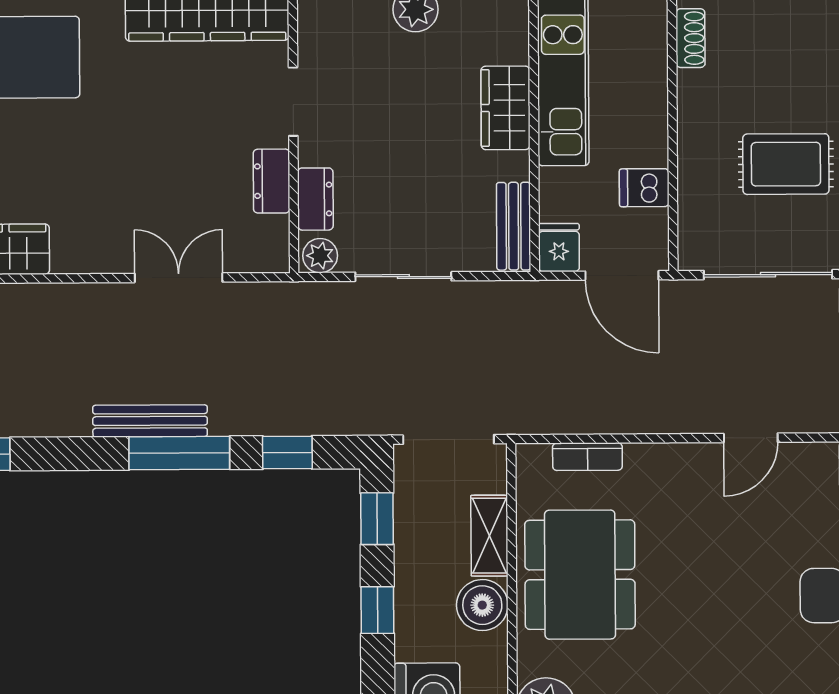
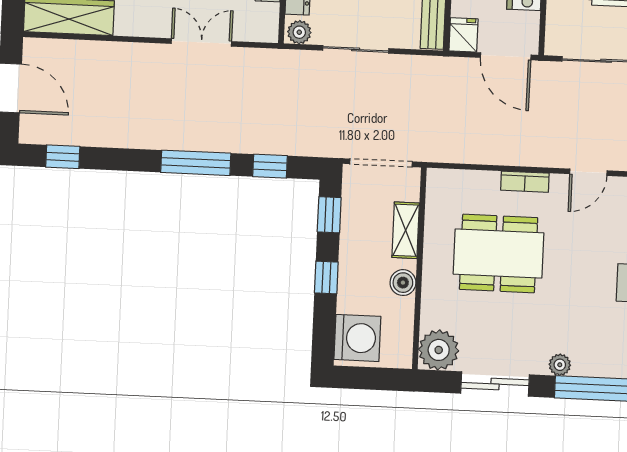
bench: (150, 421) -> (177, 140), removed
bookcase: (587, 457) -> (525, 182), moved
dining table: (580, 575) -> (499, 253), moved, turned 90
boiler: (482, 605) -> (403, 283), width x0.73, depth x0.73

